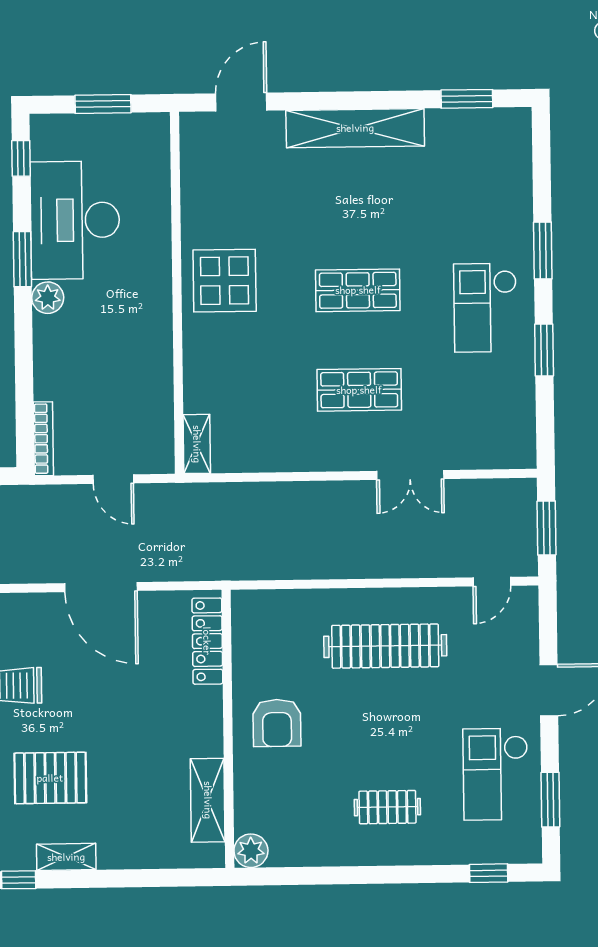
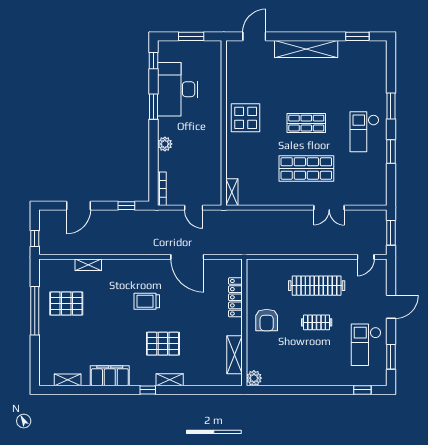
plant: (48, 298) -> (165, 144), moved
shop shelf: (359, 390) -> (306, 168), width x1.43, depth x1.36
locker: (207, 641) -> (235, 297), moved
clothes rail: (387, 807) -> (317, 322), moved

